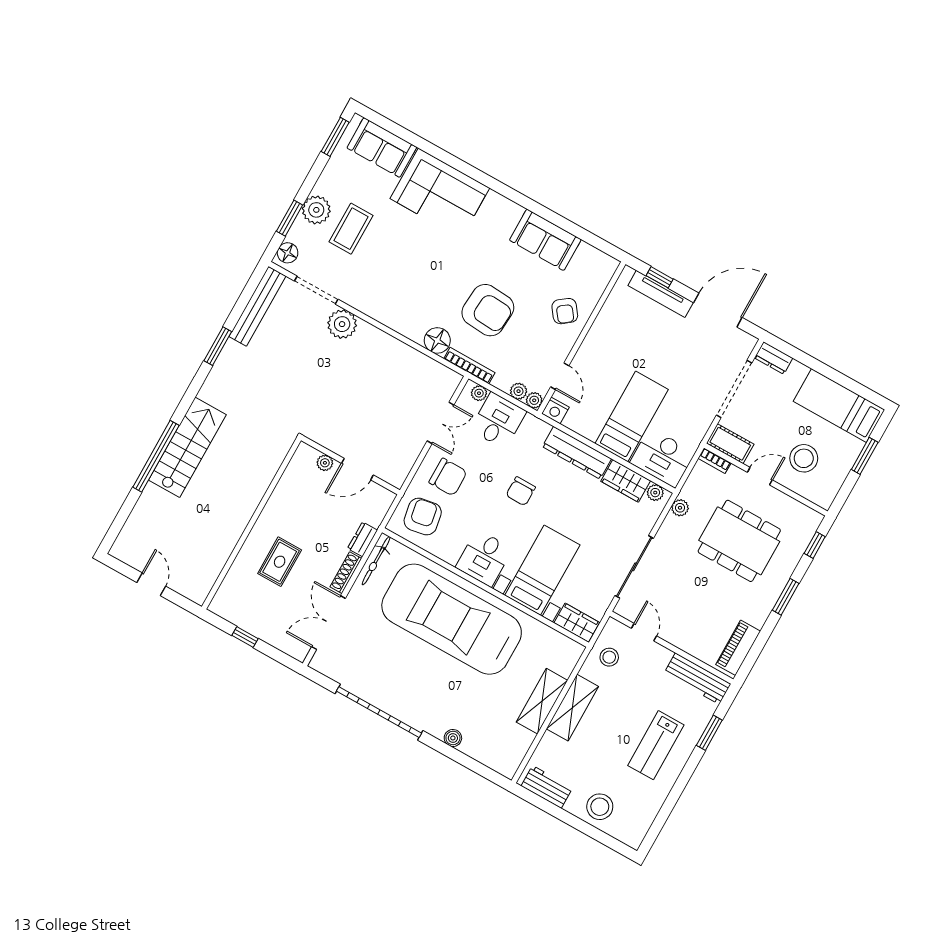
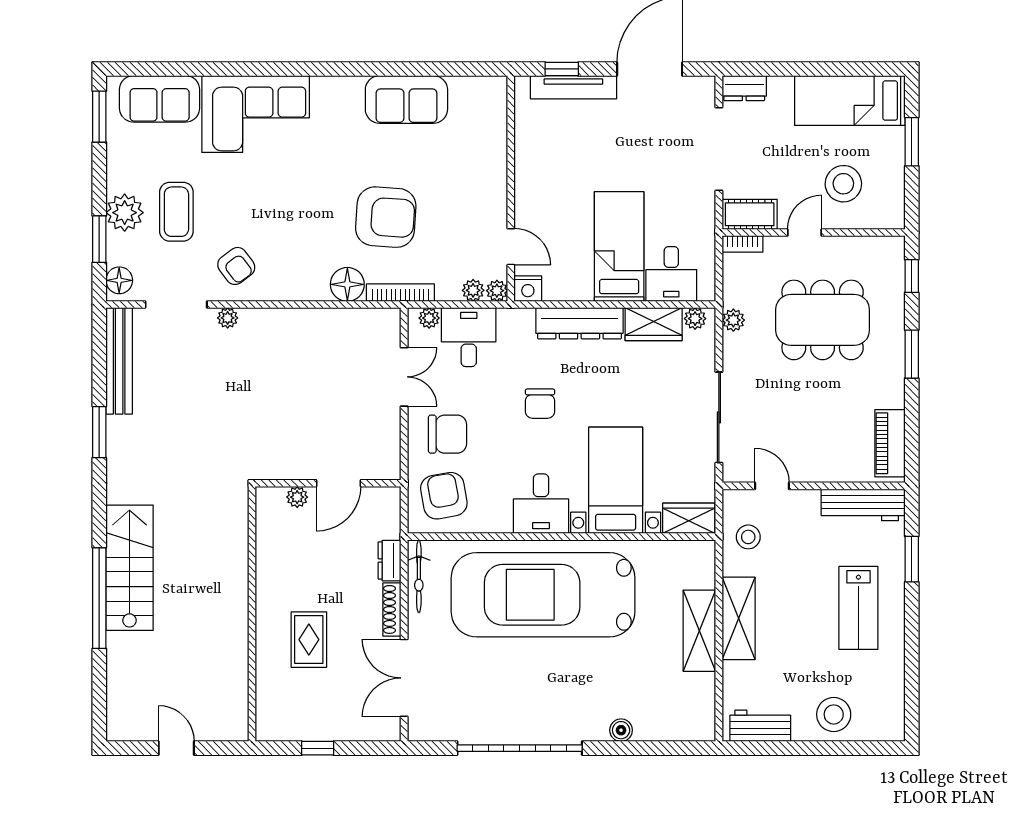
armchair: (565, 311) -> (236, 266), moved
plant: (342, 324) -> (228, 318), width x0.53, depth x0.53
desk: (662, 458) -> (671, 274), width x0.73

